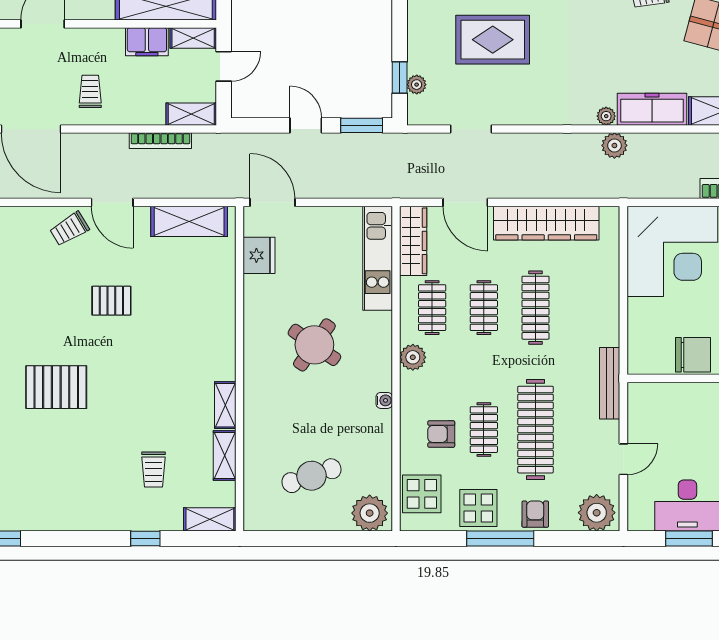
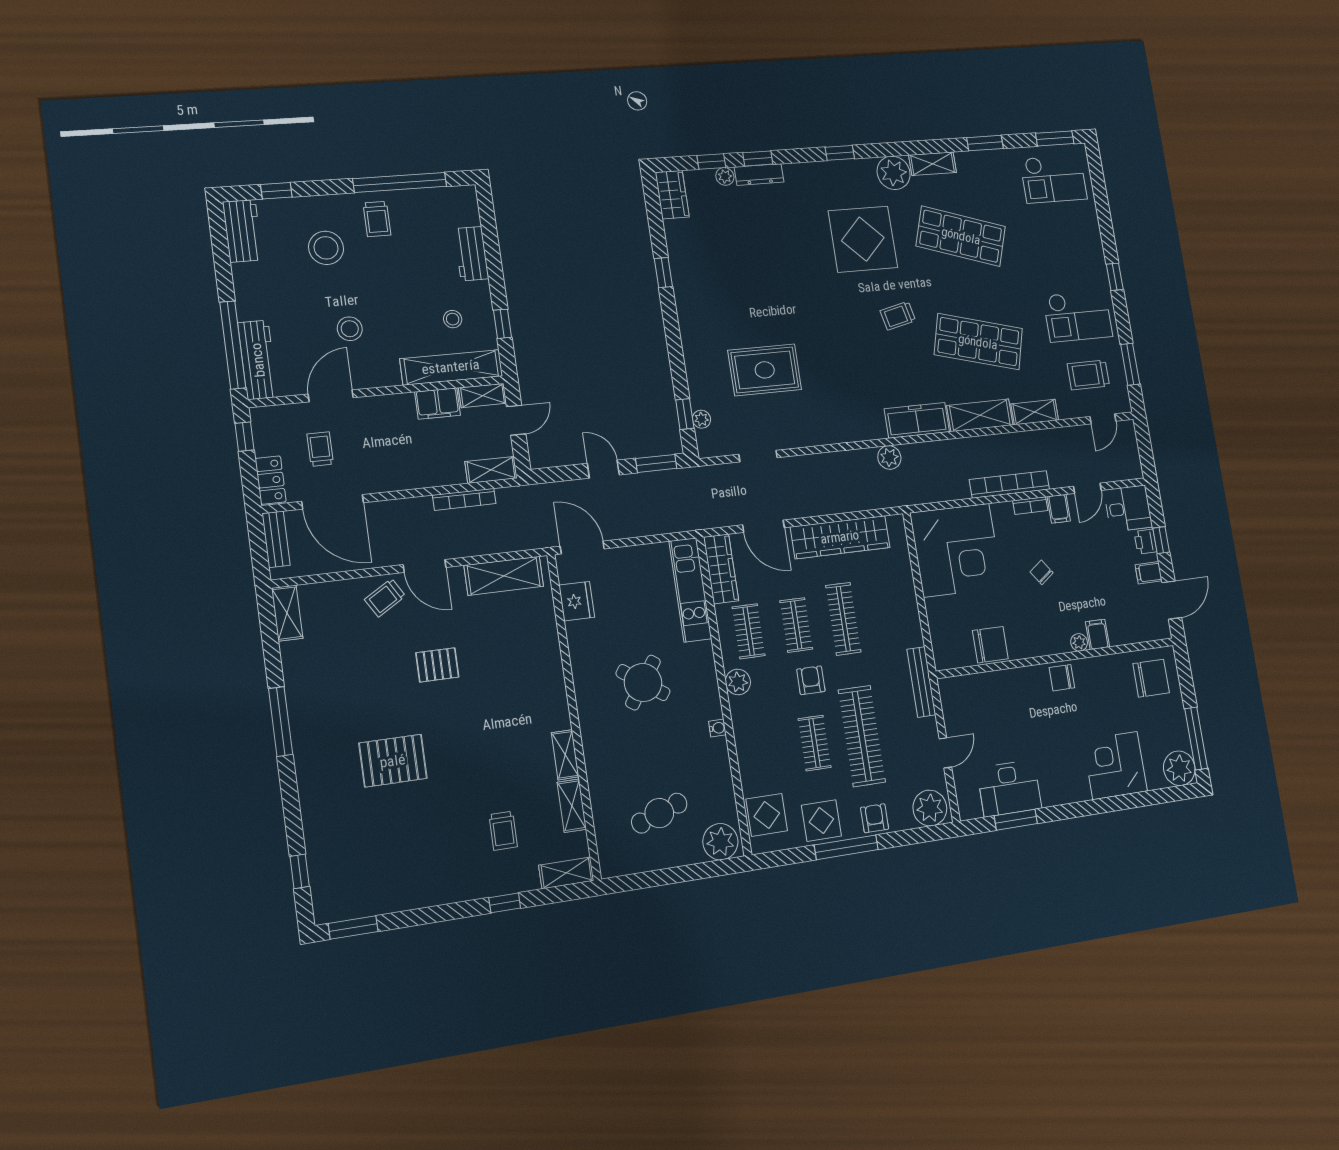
trolley: (90, 91) -> (320, 449), moved
plant: (606, 116) -> (878, 431), removed
armchair: (441, 434) -> (811, 680), moved, turned 90

